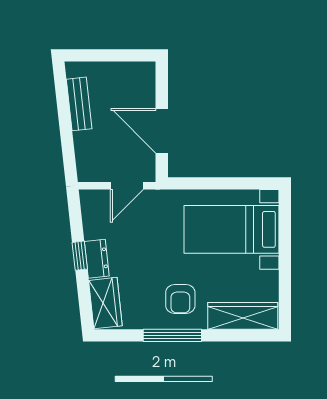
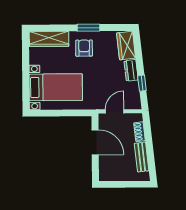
shoe rack: (83, 149) -> (140, 132), added
window: (80, 256) -> (142, 83), moved
window: (172, 335) -> (88, 28), width x0.69

